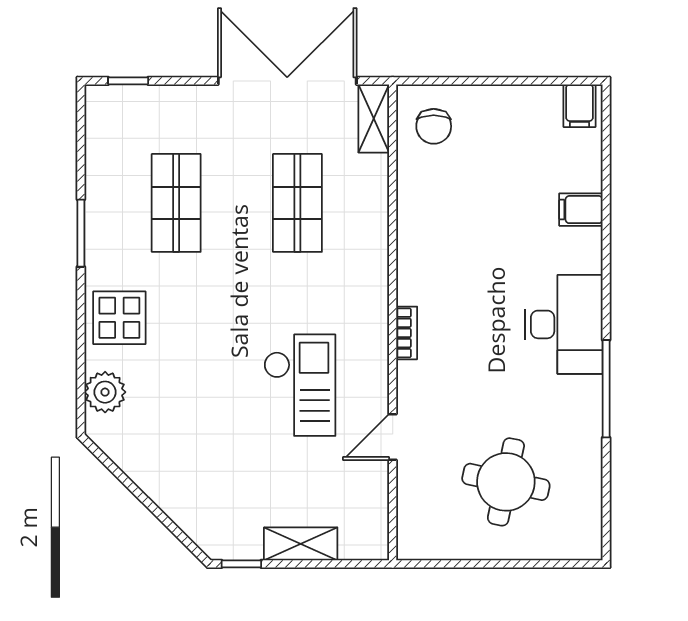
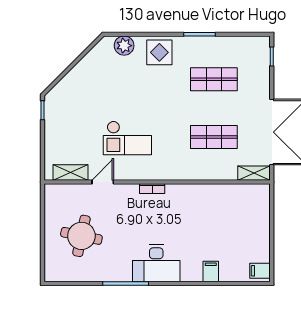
chair: (434, 126) -> (250, 202), removed
door: (393, 437) -> (103, 182), hinge flipped
shelving: (301, 544) -> (71, 173), moved, turned 90

